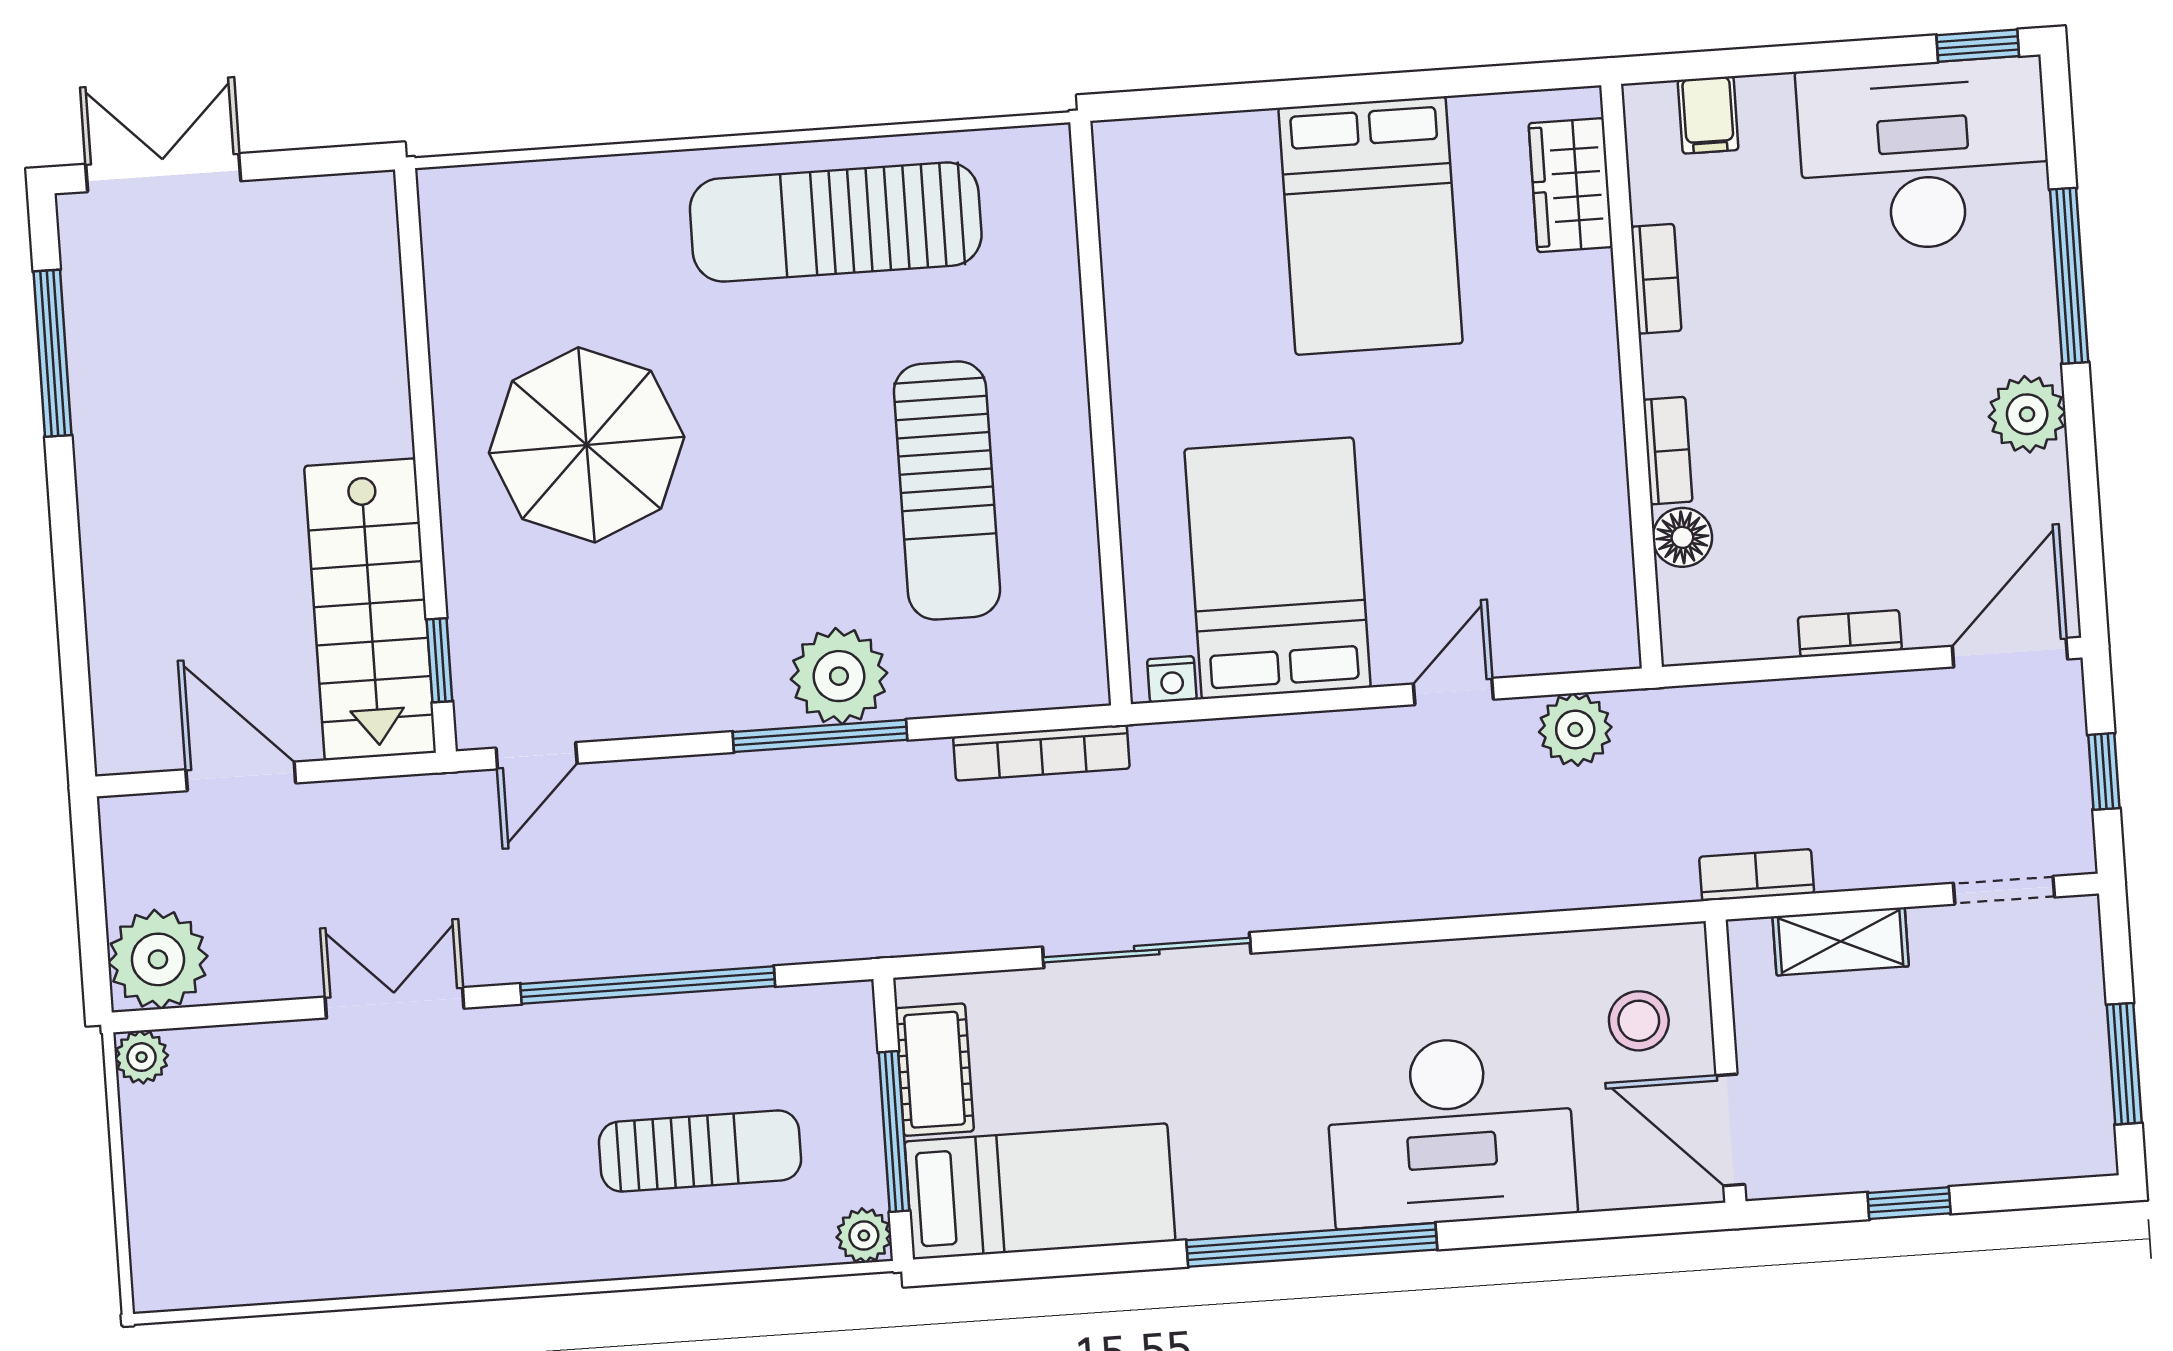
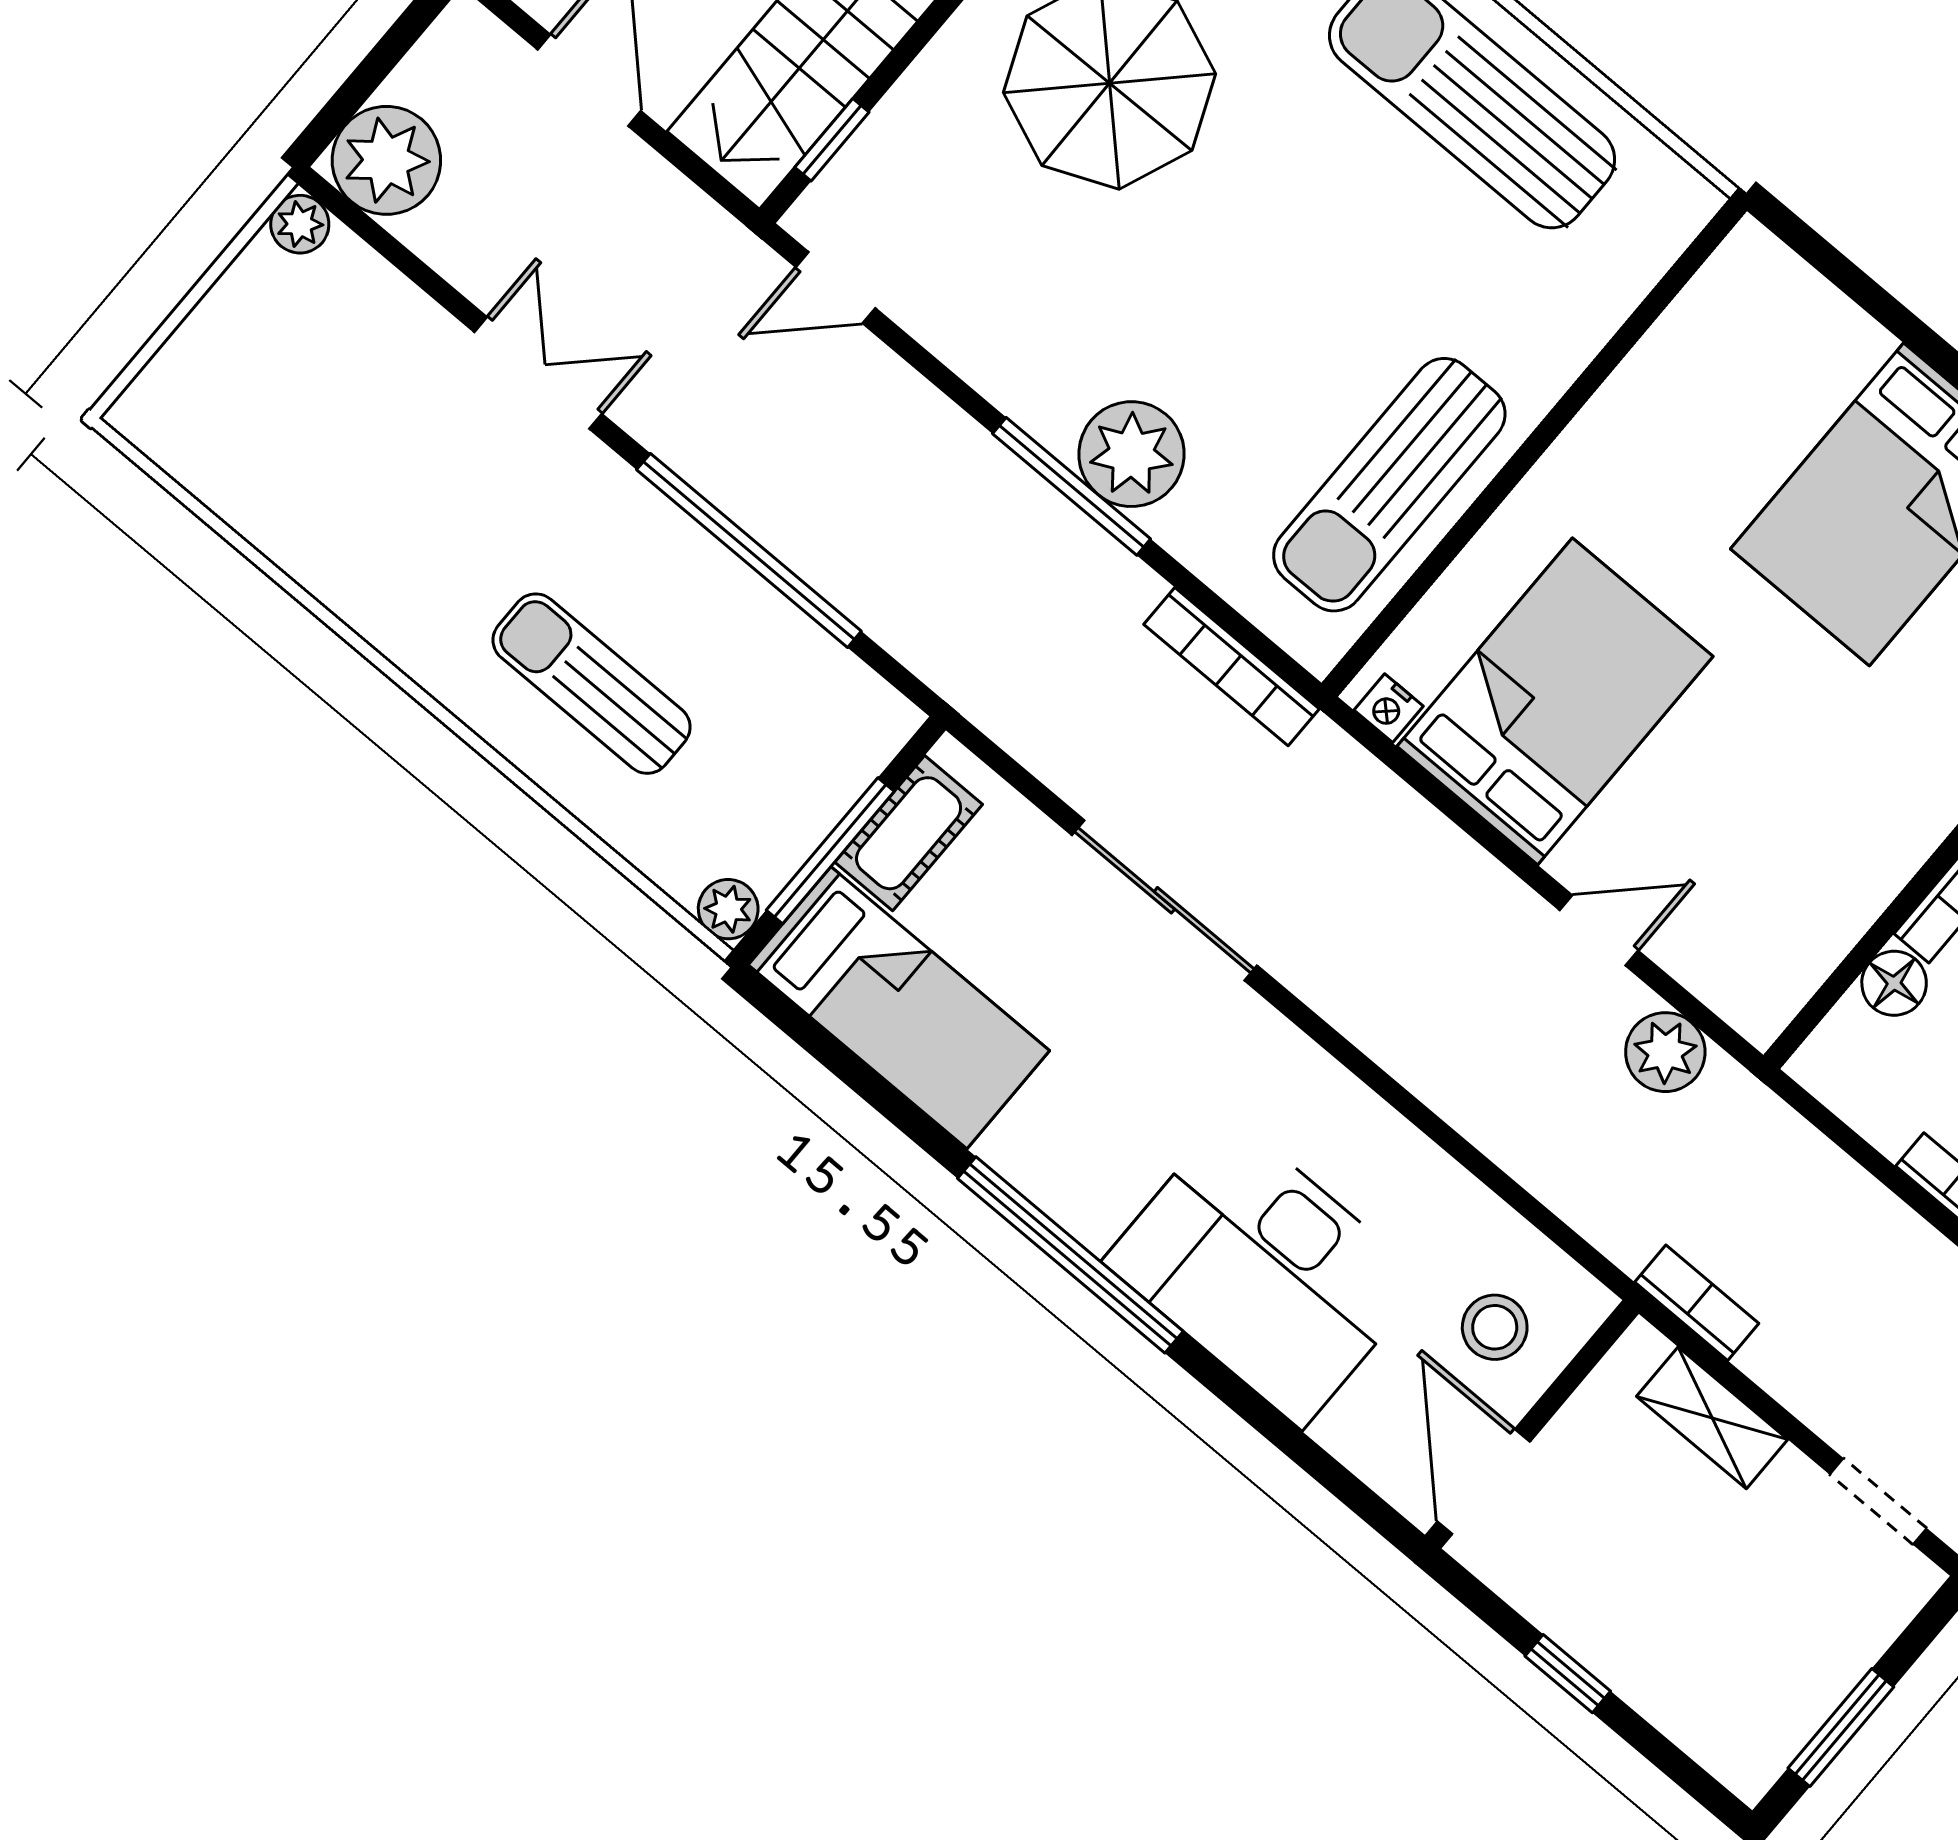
sun lounger: (947, 490) -> (1389, 485), moved
sun lounger: (700, 1151) -> (592, 684), moved, turned 180

